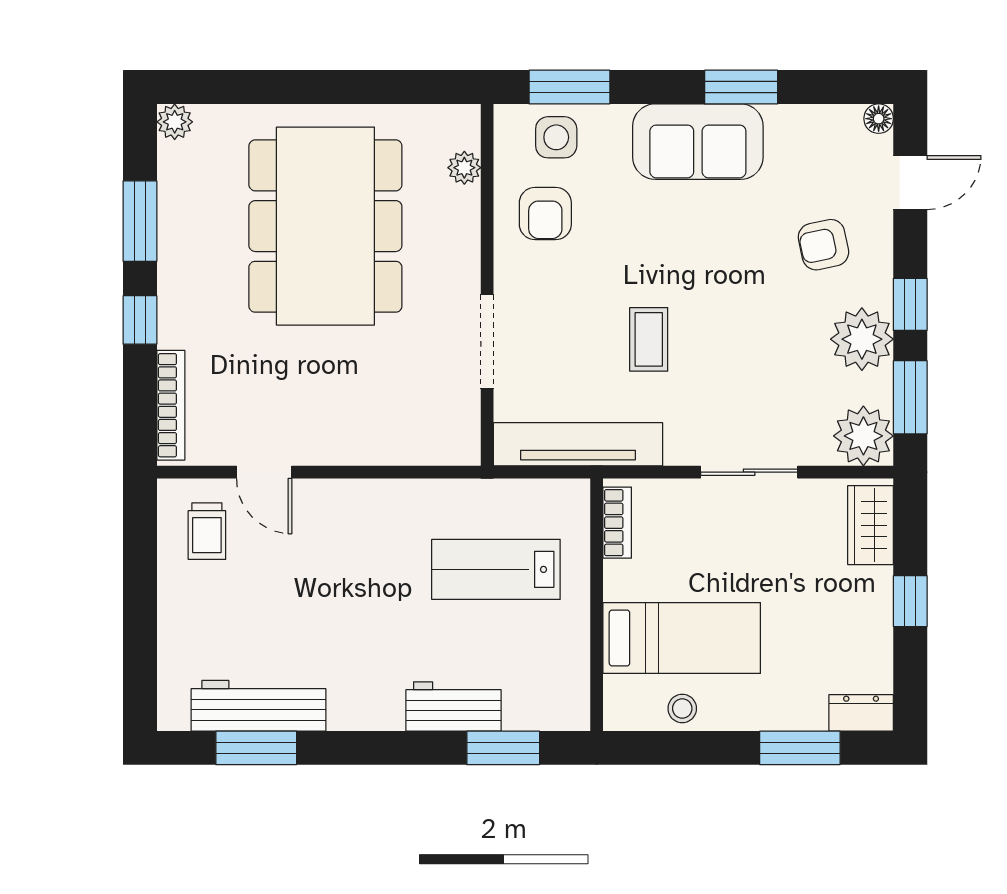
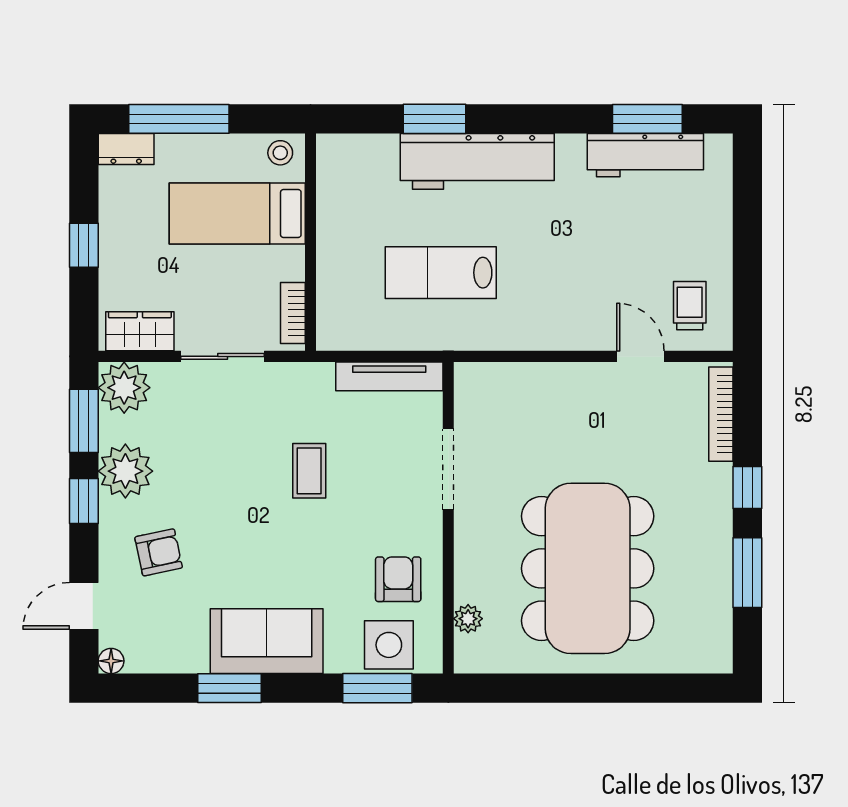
plant: (175, 122) -> (718, 658), removed
side table: (556, 137) -> (389, 645), width x1.37, depth x1.37
tv unit: (578, 444) -> (389, 376), width x0.73, depth x0.78
bookcase: (617, 523) -> (293, 313), moved
wardrobe: (870, 525) -> (140, 331), moved, turned -90
lab bench: (496, 569) -> (441, 273), turned 180
wall: (597, 605) -> (310, 242), moved
bed: (682, 638) -> (237, 214), moved
workbench: (454, 706) -> (477, 161), width x1.87, depth x1.32
window: (800, 748) -> (179, 119), width x1.44

